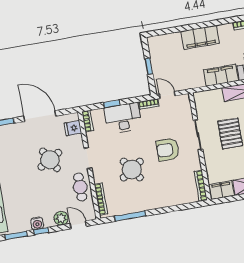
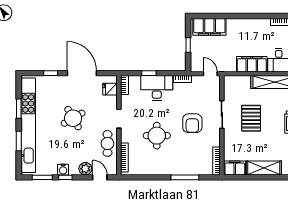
filing cabinet: (200, 37) -> (209, 27), moved
door: (167, 95) -> (210, 74), moved
armchair: (168, 150) -> (192, 123), turned -90
round table: (50, 160) -> (73, 118), moved
round table: (132, 170) -> (157, 136), turned 35
window: (130, 216) -> (185, 177), moved

